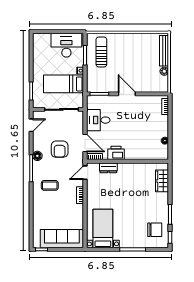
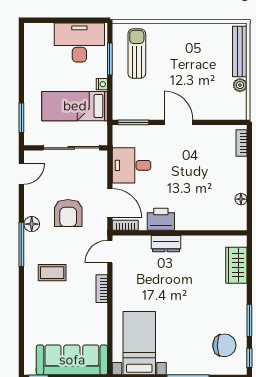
dresser: (108, 168) -> (166, 244), moved

